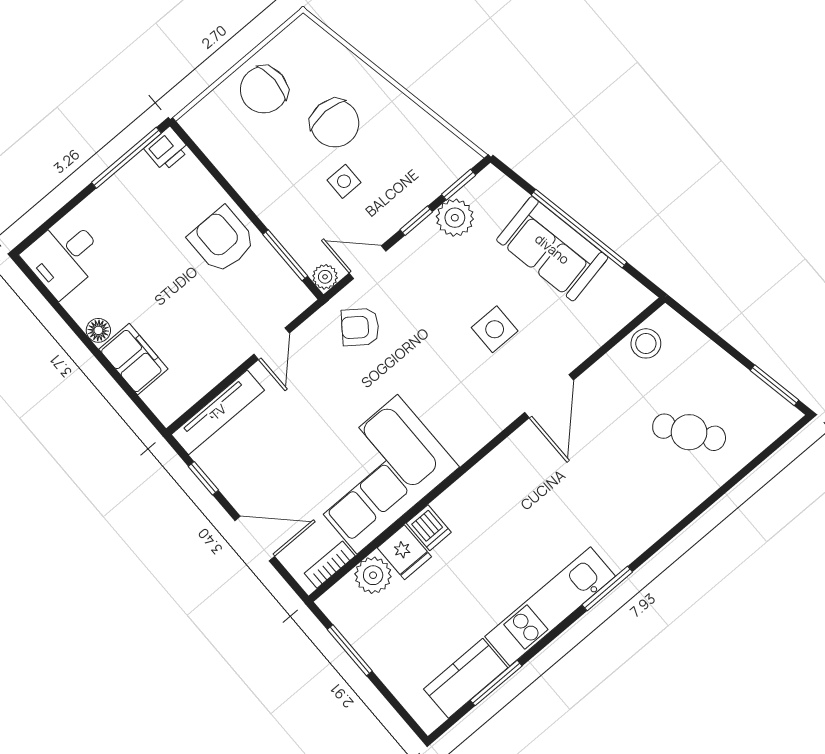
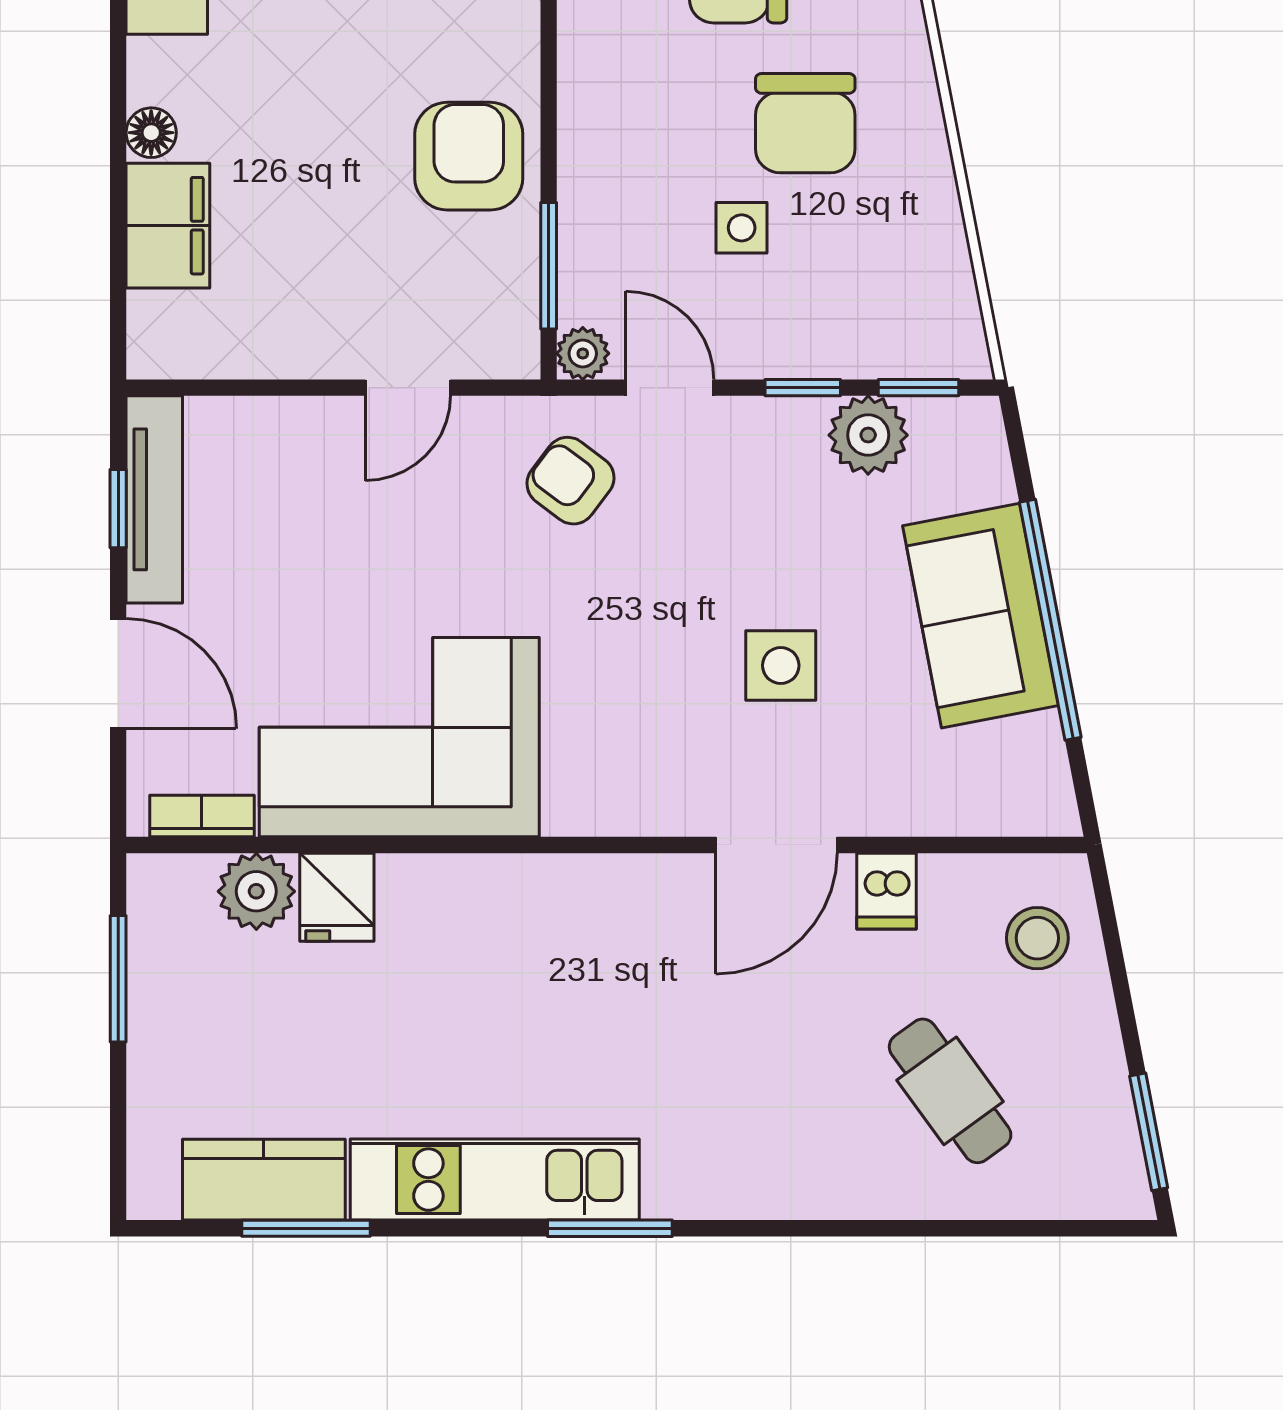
stool: (646, 343) -> (1037, 938), moved
tv unit: (218, 412) -> (154, 499), moved, turned -90
dishwasher: (429, 528) -> (886, 891), moved

